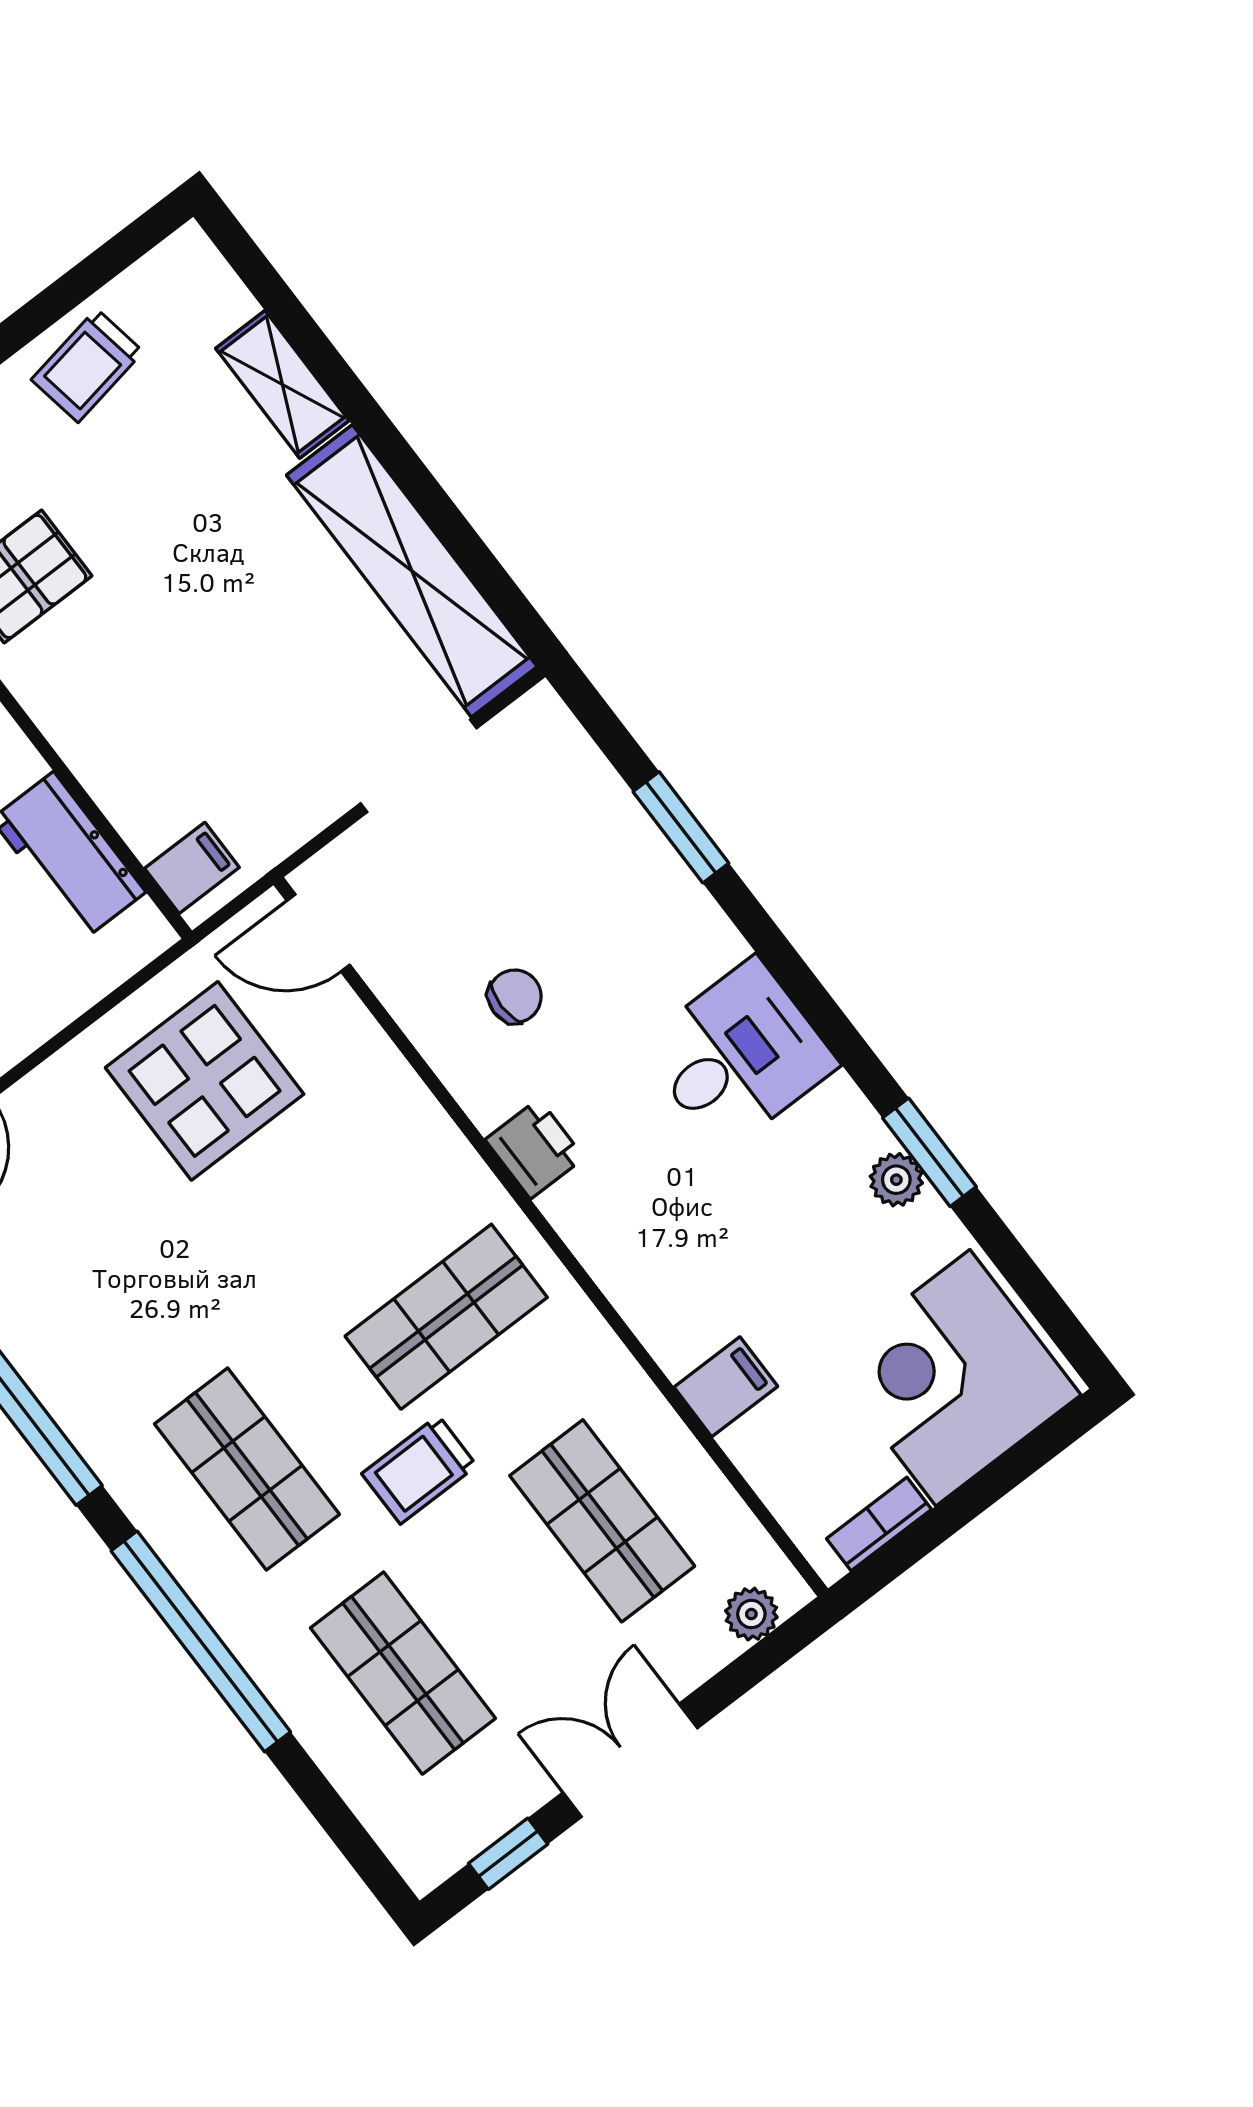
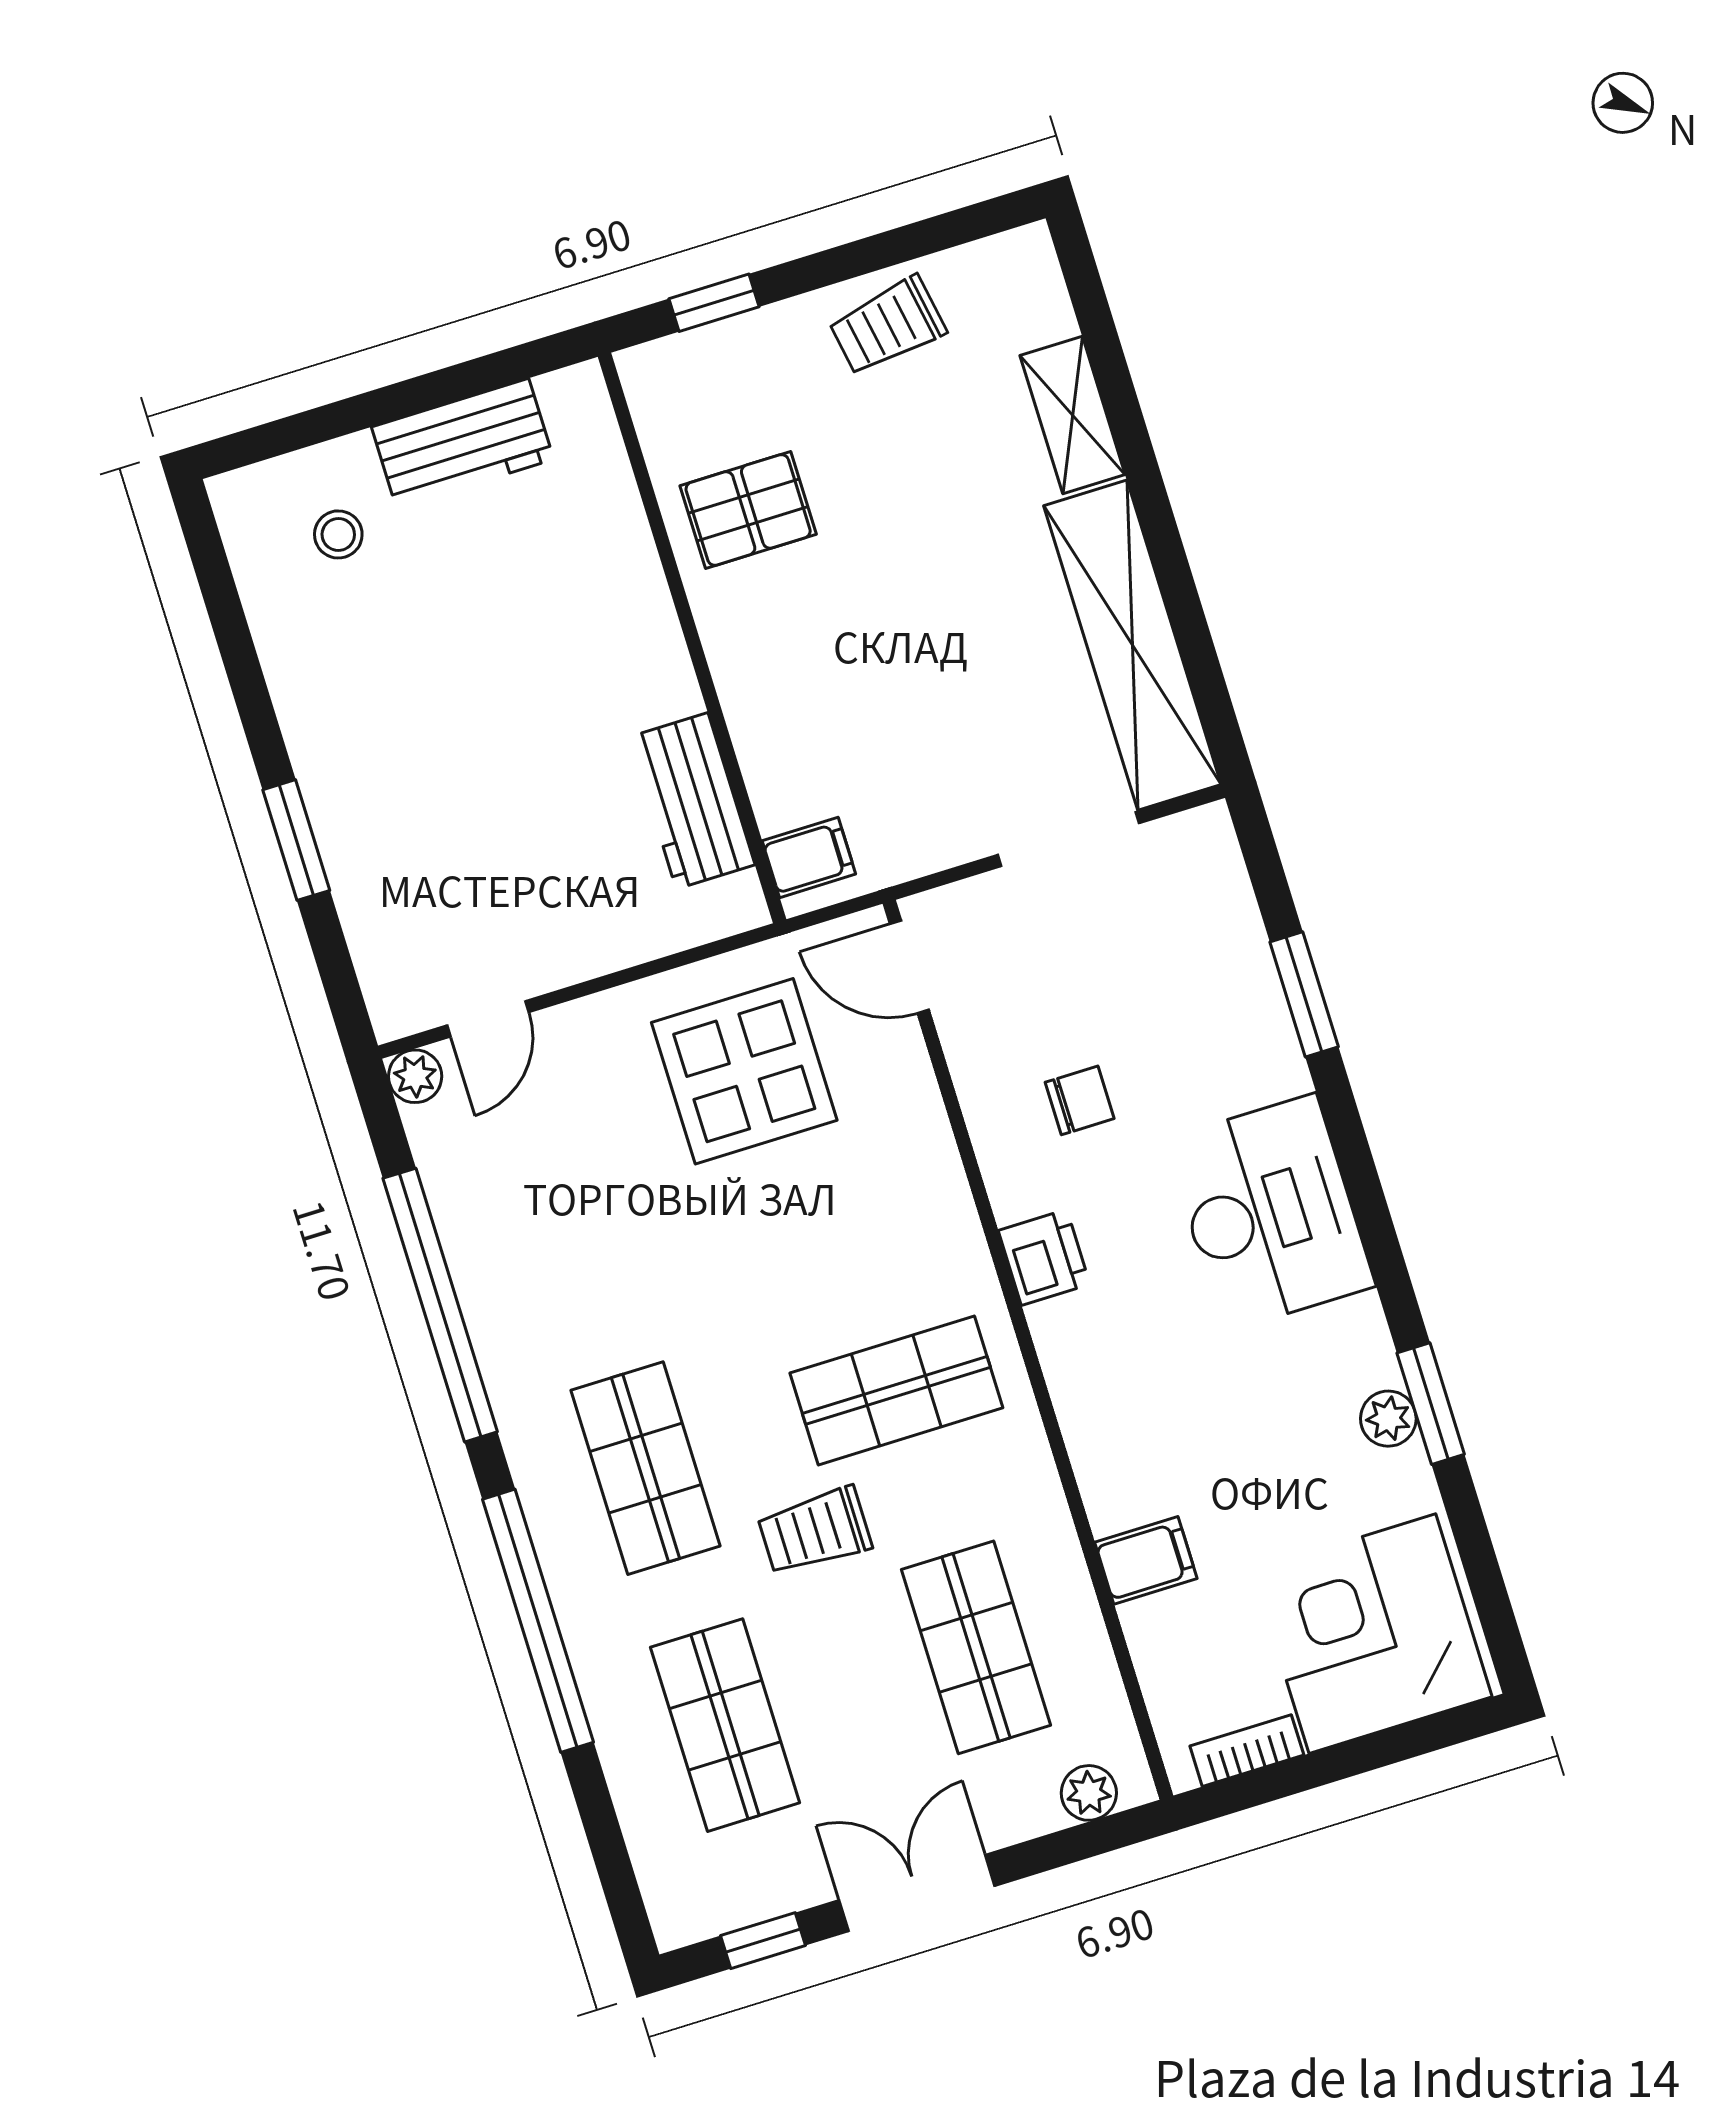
desk: (738, 1055) -> (1270, 1213), width x1.37

